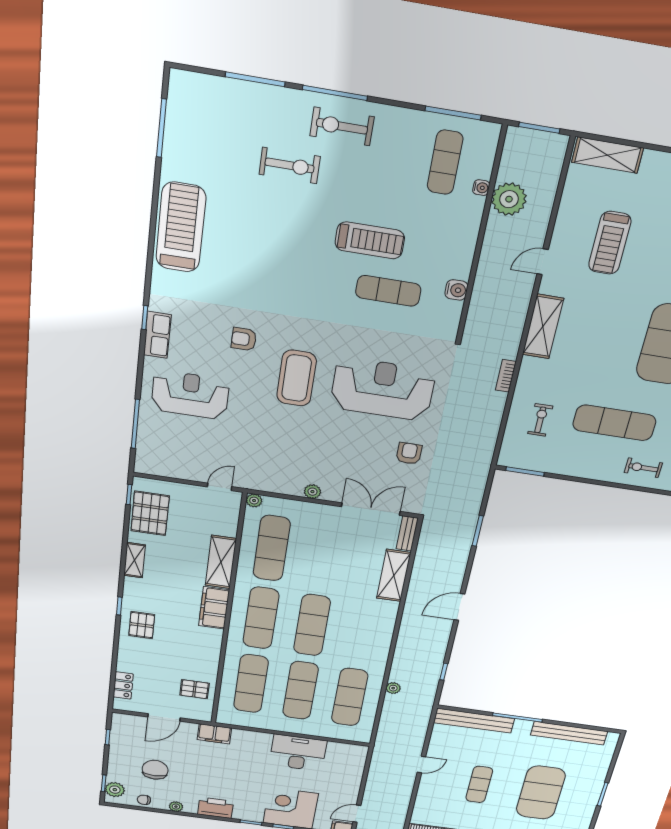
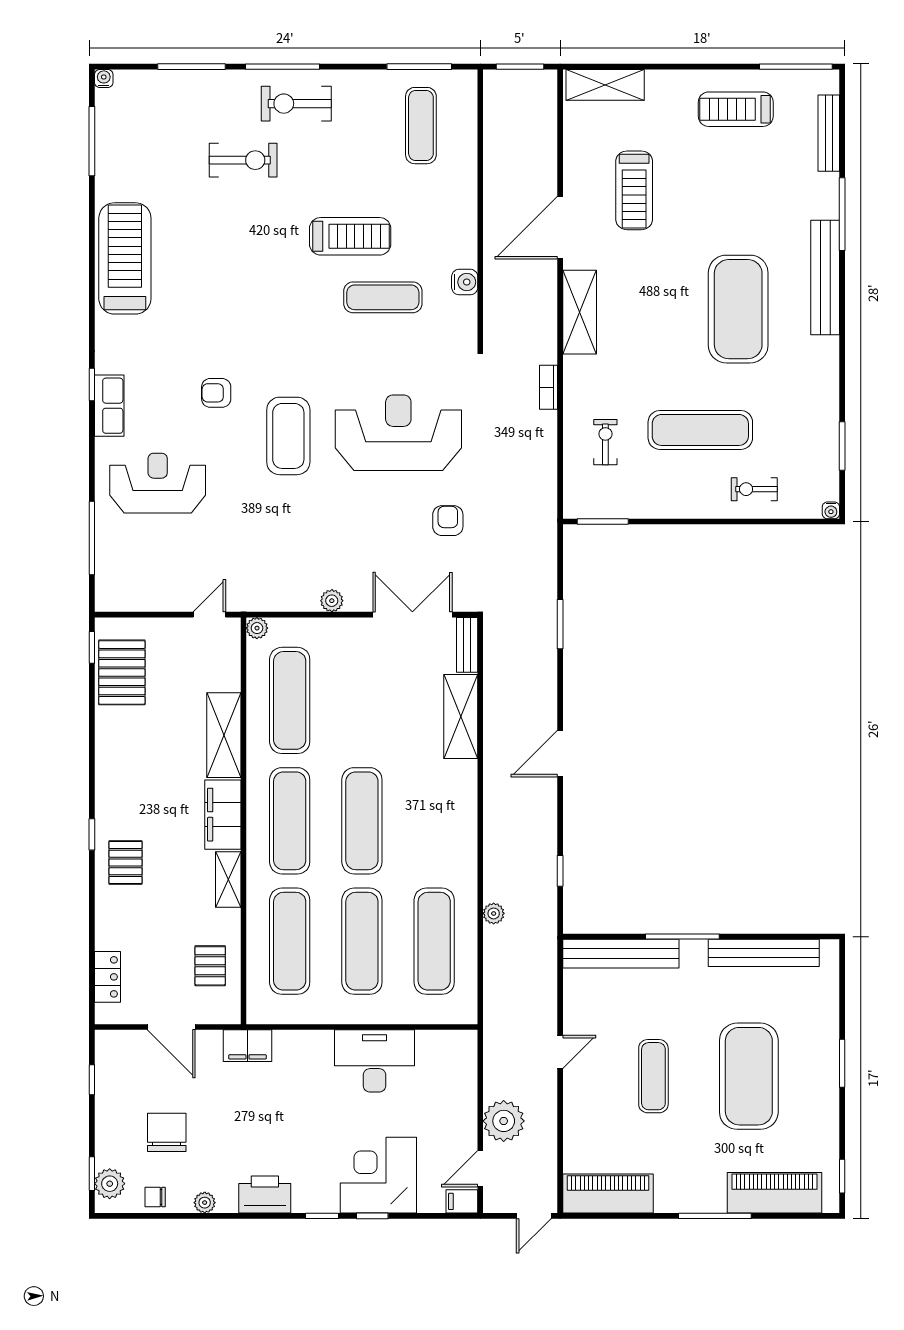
water cooler: (481, 188) -> (104, 78), moved, turned -90
plant: (509, 199) -> (504, 1121), moved
door: (543, 262) -> (560, 228), width x1.88
shelving: (135, 560) -> (228, 879), moved
pallet: (195, 689) -> (210, 966), turned 90
door: (164, 717) -> (171, 1027), hinge flipped

